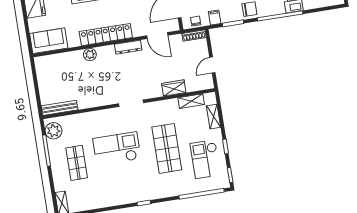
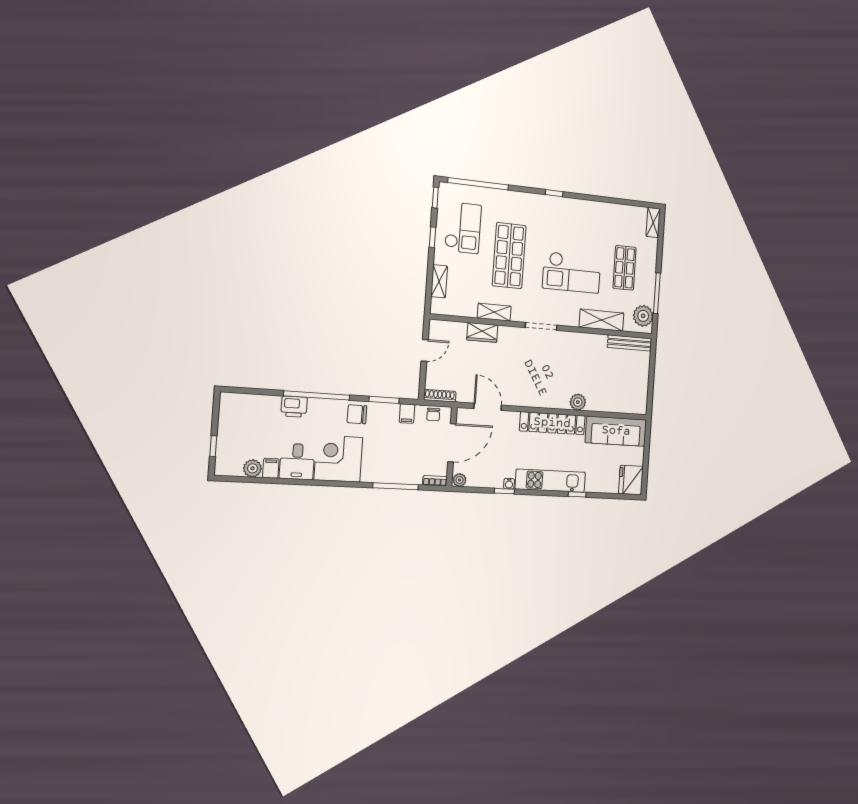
sofa: (49, 41) -> (616, 431), width x1.36
dresser: (128, 47) -> (528, 400), removed
shelving: (191, 101) -> (494, 312), moved
shelving: (86, 119) -> (601, 320), added

